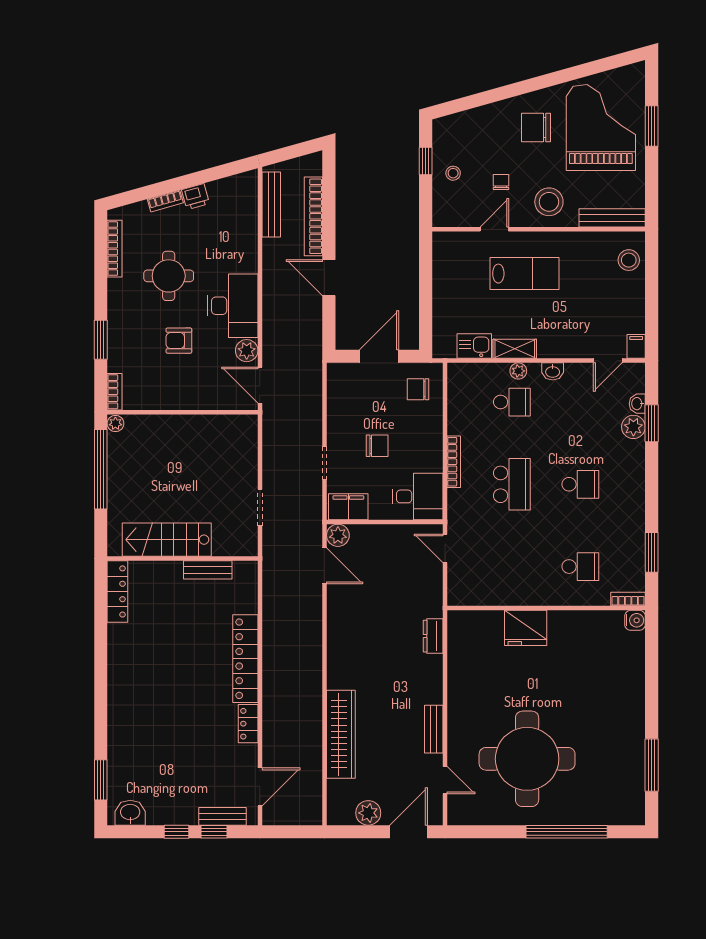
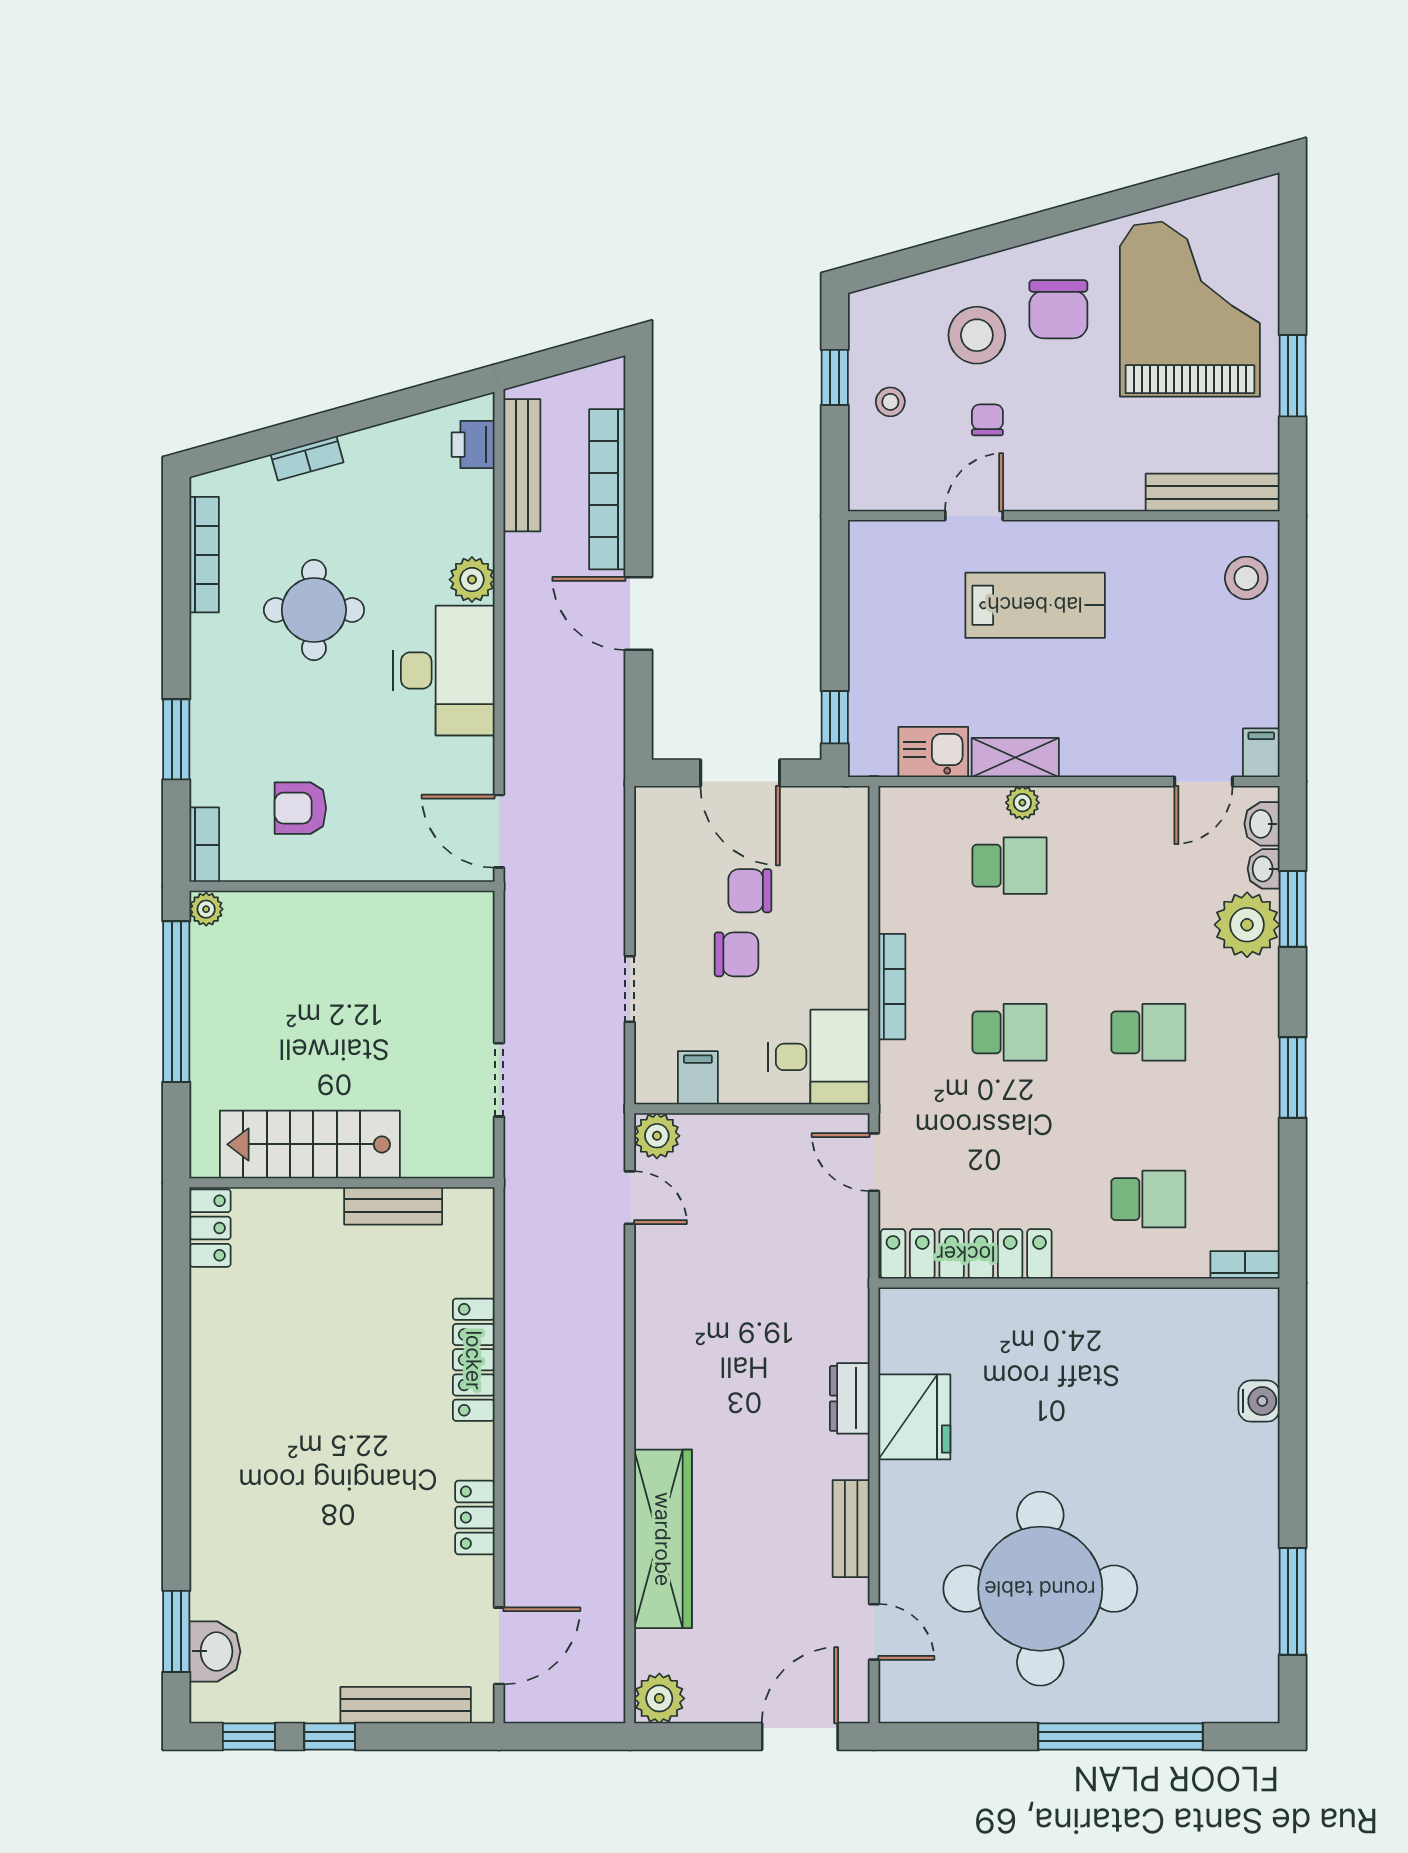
window: (652, 126) -> (1293, 376), moved
chair: (536, 127) -> (1058, 309), turned -90
printer: (195, 197) -> (473, 445), moved, turned 106
stool: (549, 202) -> (977, 335), moved
window: (426, 329) -> (835, 717), added
armchair: (179, 341) -> (300, 808), moved
plant: (247, 351) -> (472, 580), moved
door: (379, 356) -> (740, 773), swing flipped
washbasin: (553, 371) -> (1262, 824), moved, turned 90
chair: (418, 389) -> (750, 891), moved
plant: (633, 427) -> (1247, 925), width x1.36, depth x1.36
school desk: (512, 484) -> (1010, 1032), width x0.54
filing cabinet: (348, 507) -> (698, 1078), width x0.50
window: (652, 552) -> (1293, 1077), moved
door: (325, 566) -> (630, 1198), width x0.73
locker: (117, 591) -> (210, 1228), width x0.66
locker: (491, 594) -> (966, 1254), added
water cooler: (635, 620) -> (1259, 1401), moved
fridge: (526, 628) -> (914, 1417), moved, turned -90
dresser: (433, 636) -> (850, 1398), moved
locker: (245, 659) -> (474, 1360), width x0.71, depth x0.83
washbasin: (130, 813) -> (215, 1651), moved, turned 90
plant: (368, 813) -> (659, 1698), moved
bench: (222, 816) -> (406, 1705), width x1.36
window: (214, 832) -> (249, 1737), moved

